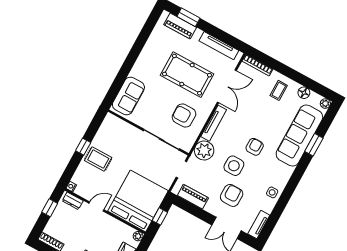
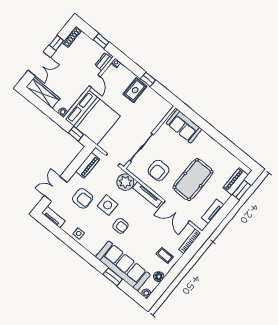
tv unit: (219, 46) -> (213, 211), width x0.71
armchair: (184, 116) -> (158, 170), turned 180

